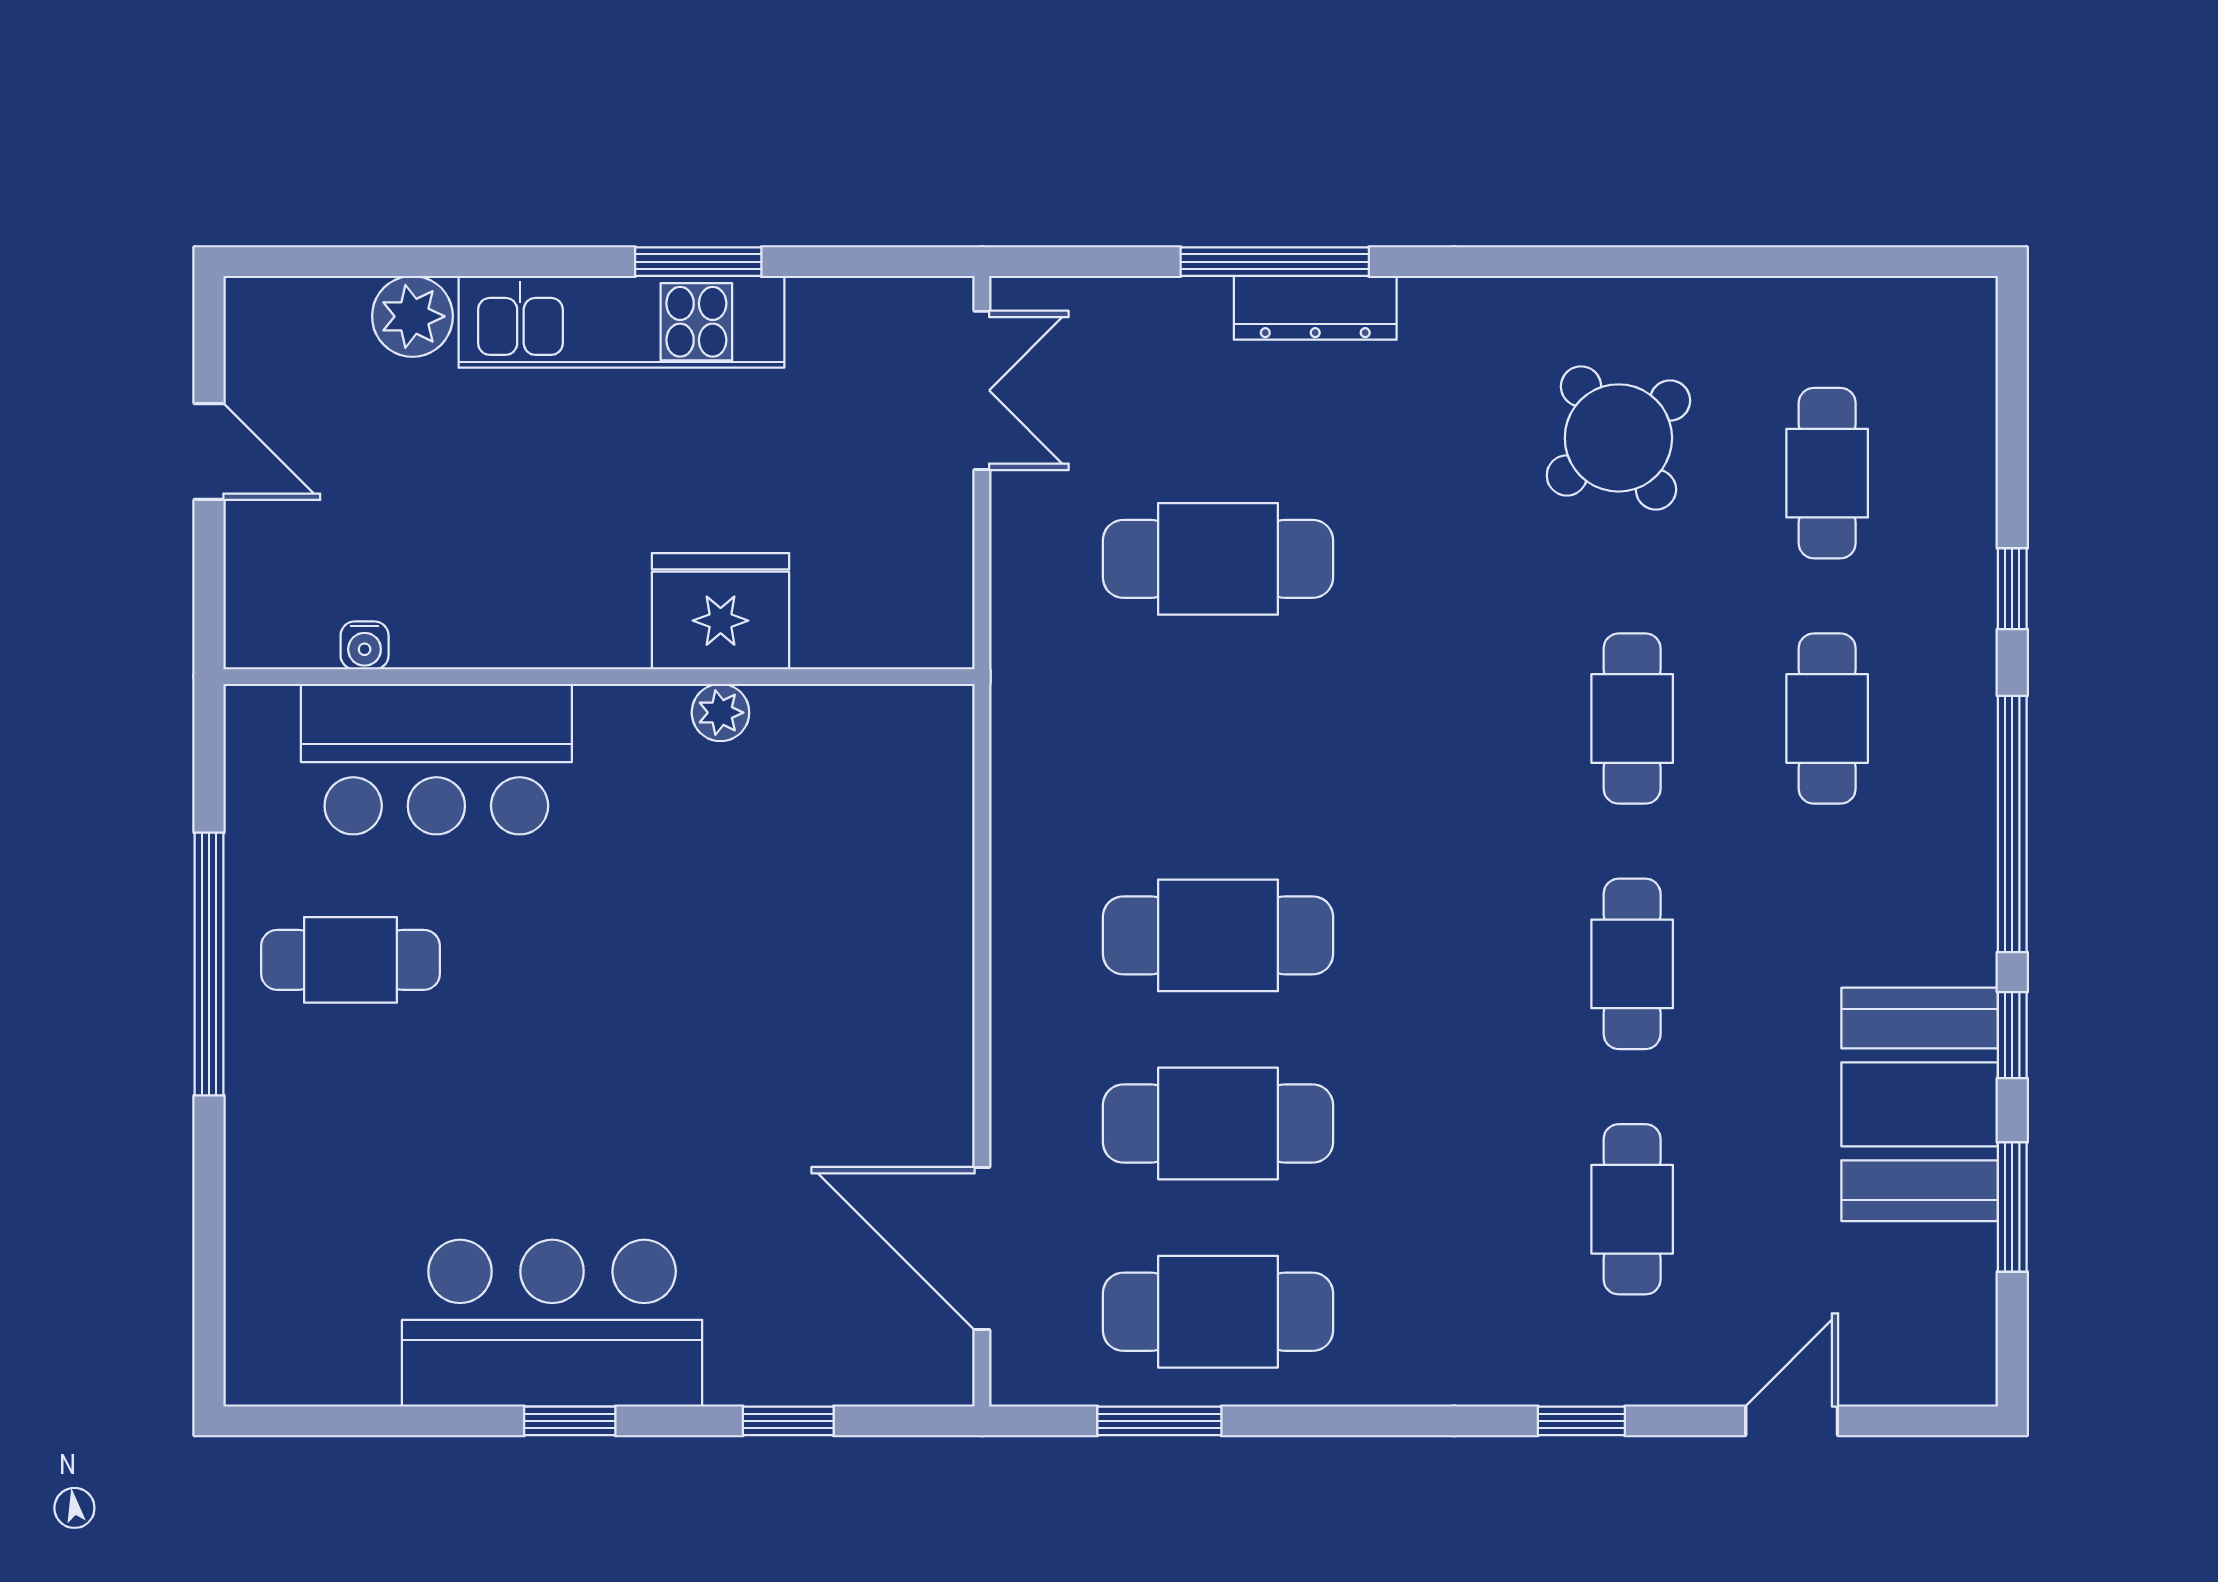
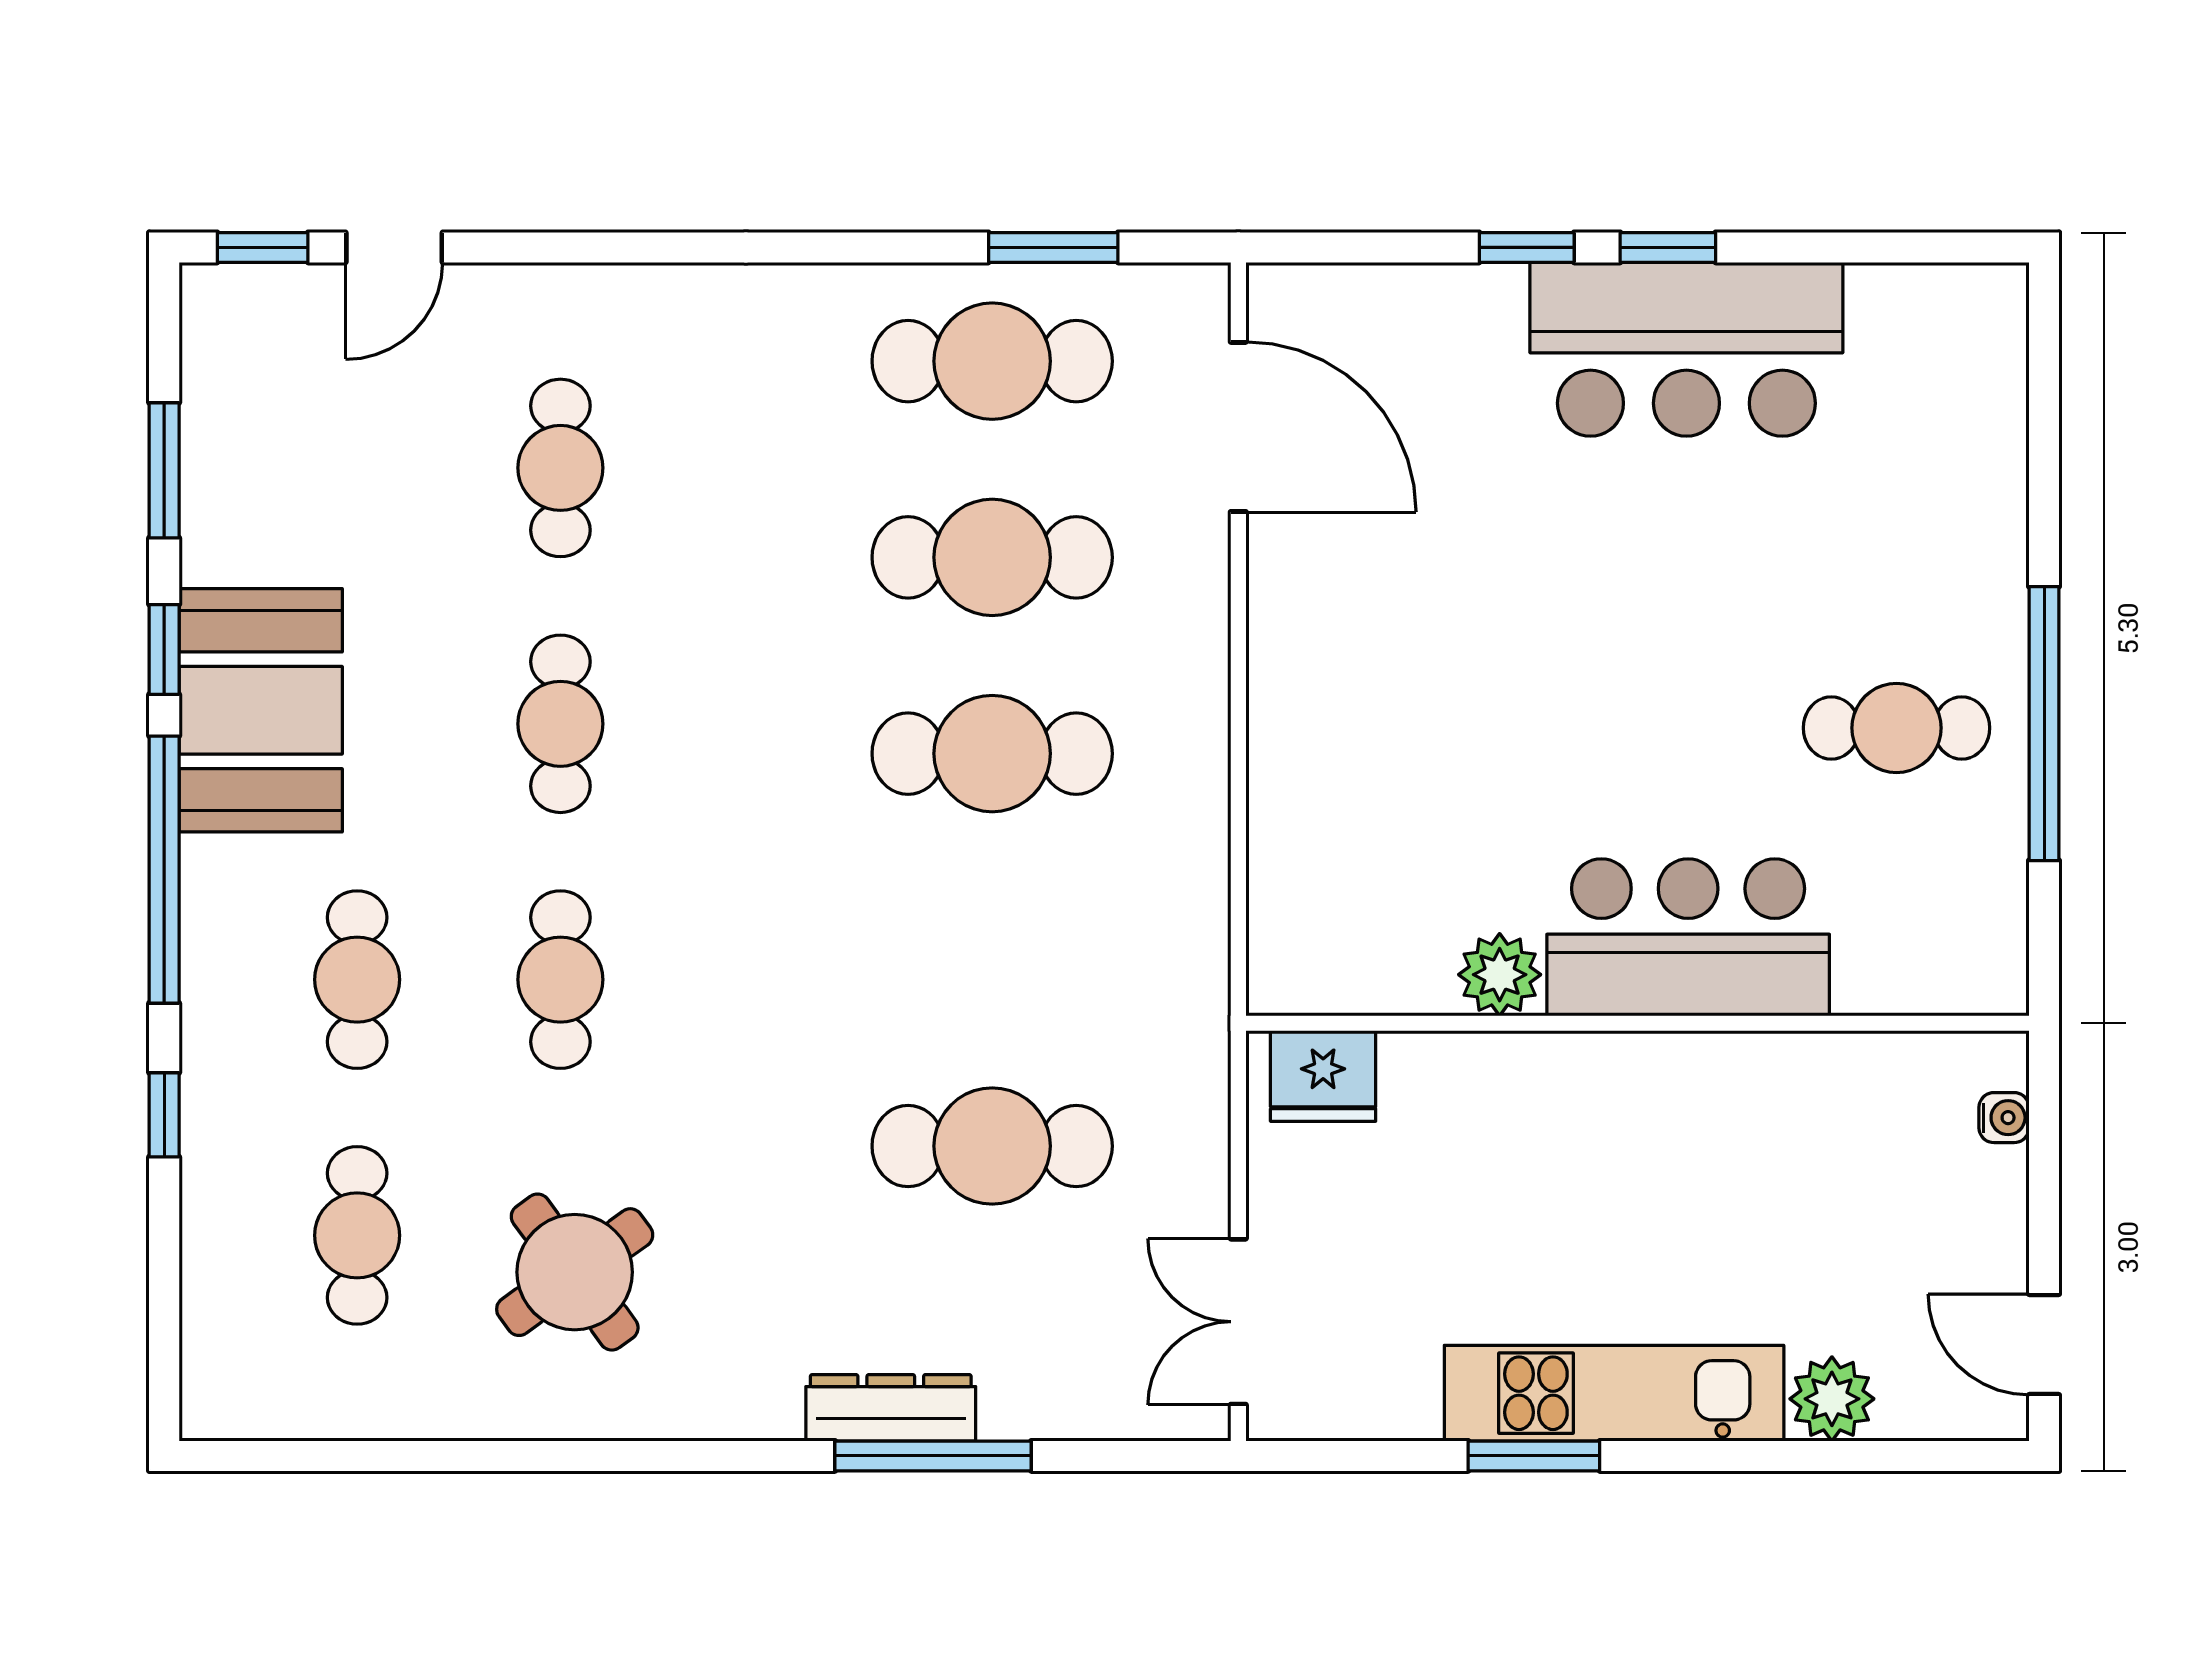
door: (209, 452) -> (2044, 1345), moved
fridge: (721, 611) -> (1323, 1076), moved, width x0.73, depth x0.75
water cooler: (365, 645) -> (2004, 1118), moved, turned 90
plant: (720, 713) -> (1500, 975), width x1.38, depth x1.38
bar counter: (436, 759) -> (1688, 937), moved
booth: (1920, 1104) -> (261, 710), moved
window: (788, 1421) -> (1527, 247), moved
window: (1581, 1421) -> (263, 247), moved

